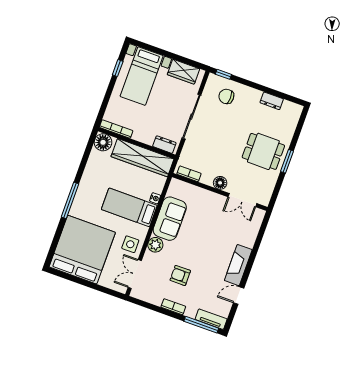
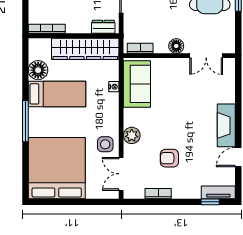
floor lamp: (103, 142) -> (38, 70), moved
bed: (129, 207) -> (57, 94), moved, turned 180
sofa: (170, 219) -> (137, 84), moved
bookcase: (173, 307) -> (158, 194), moved
window: (201, 325) -> (210, 202), width x0.46

